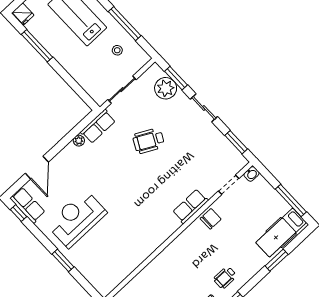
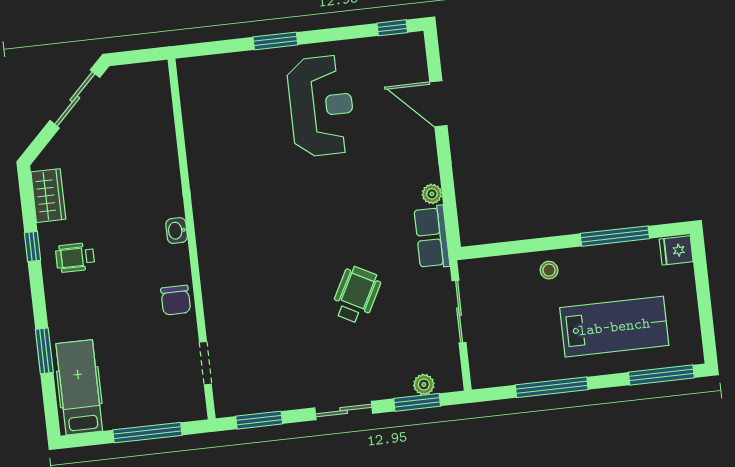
stool: (117, 50) -> (549, 270), moved
plant: (166, 88) -> (424, 384), width x0.53, depth x0.53
washbasin: (251, 174) -> (177, 231), moved
window: (291, 201) -> (147, 433), moved
row of seats: (28, 205) -> (394, 50), removed
row of seats: (190, 206) -> (216, 284), removed
wheelchair: (225, 277) -> (75, 258), turned -90

